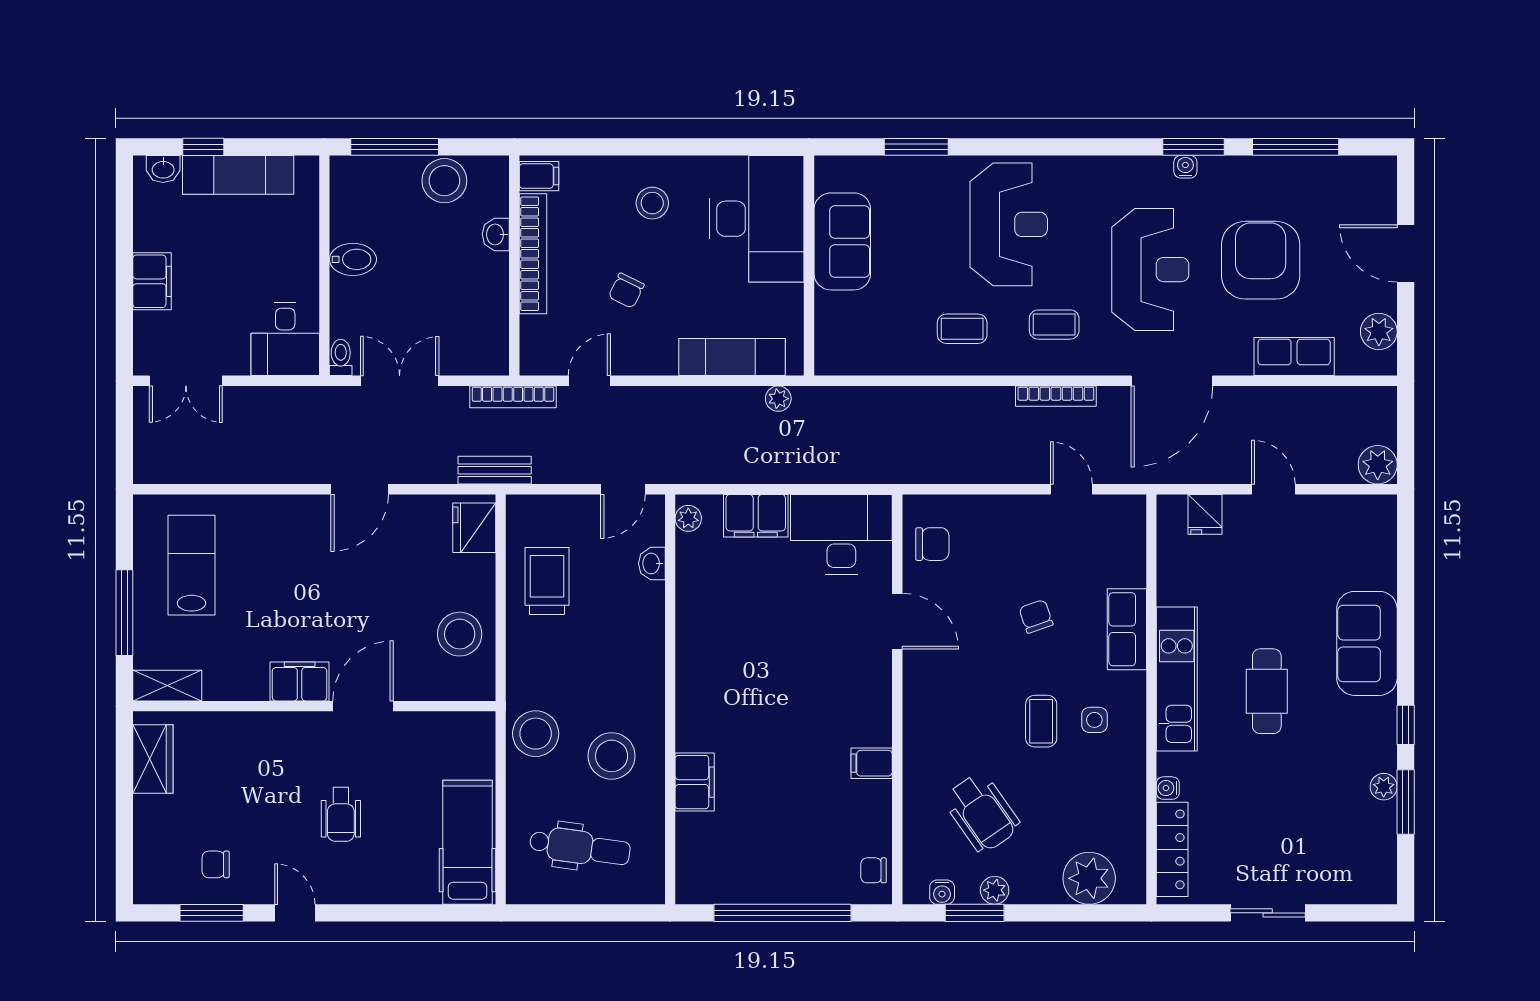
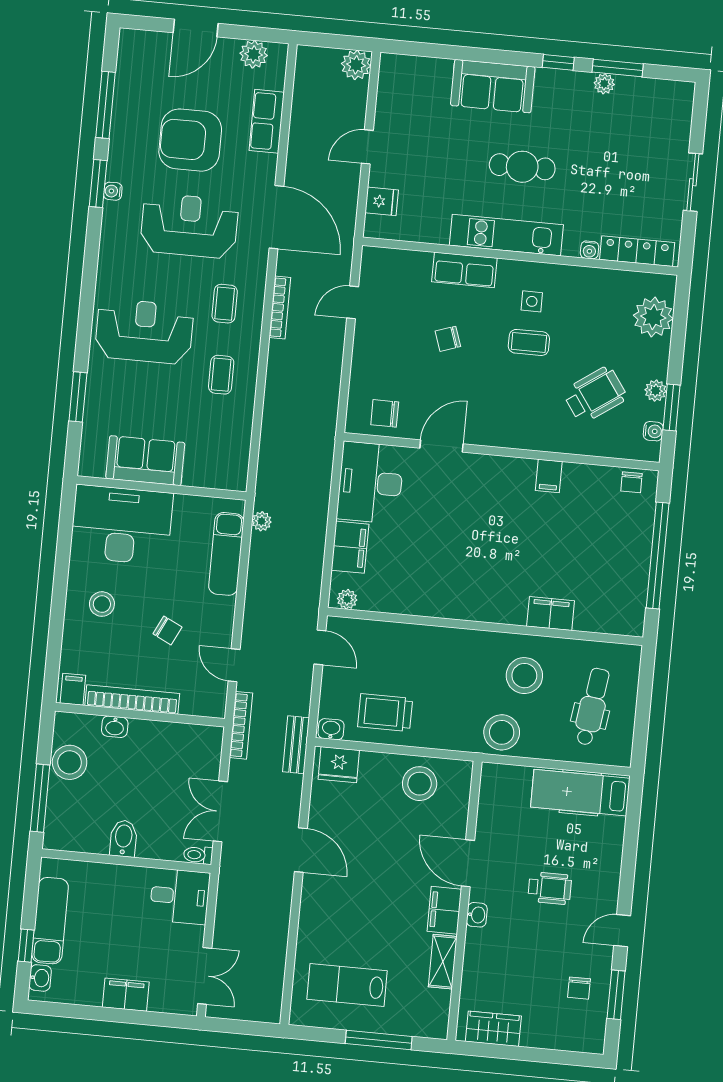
chair: (932, 544) -> (385, 413), turned -90
washbasin: (652, 564) -> (331, 729), moved, turned 180
shelving: (167, 686) -> (443, 962), moved
washbasin: (298, 724) -> (477, 915), added

